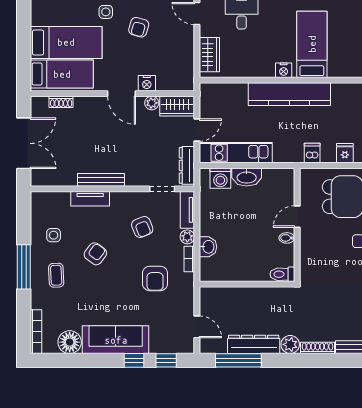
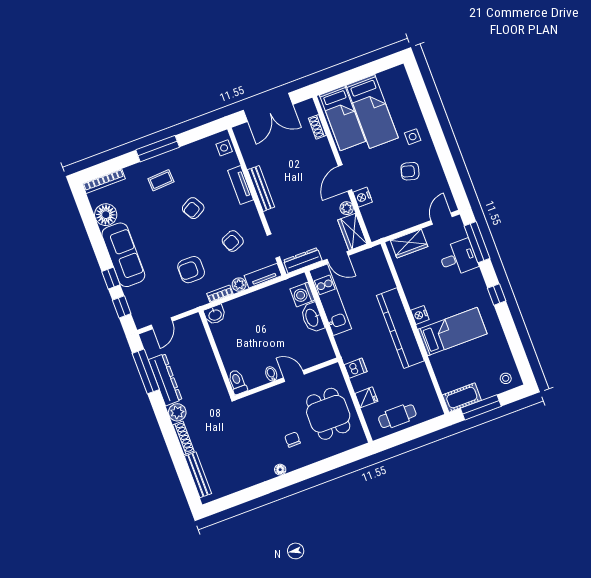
side table: (54, 235) -> (224, 148), moved
washbasin: (208, 247) -> (215, 315), moved
armchair: (95, 254) -> (193, 208), turned 114

